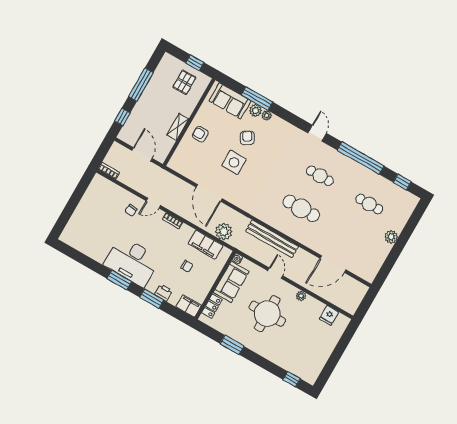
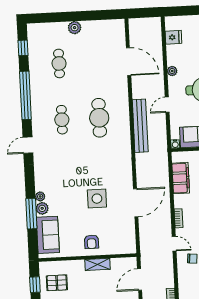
armchair: (247, 138) -> (69, 201), removed
plant: (224, 232) -> (160, 170), removed

